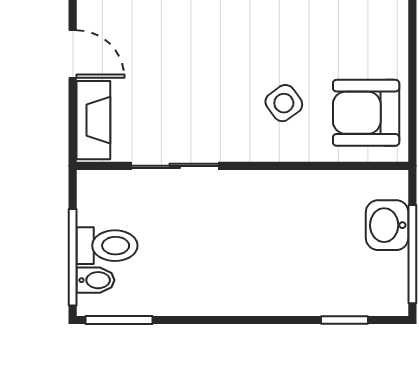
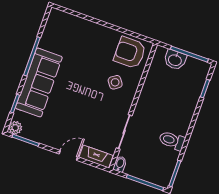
armchair: (366, 113) -> (130, 53), turned 90
toilet: (107, 246) -> (172, 140), moved, turned -90
bidet: (95, 280) -> (120, 164), moved

